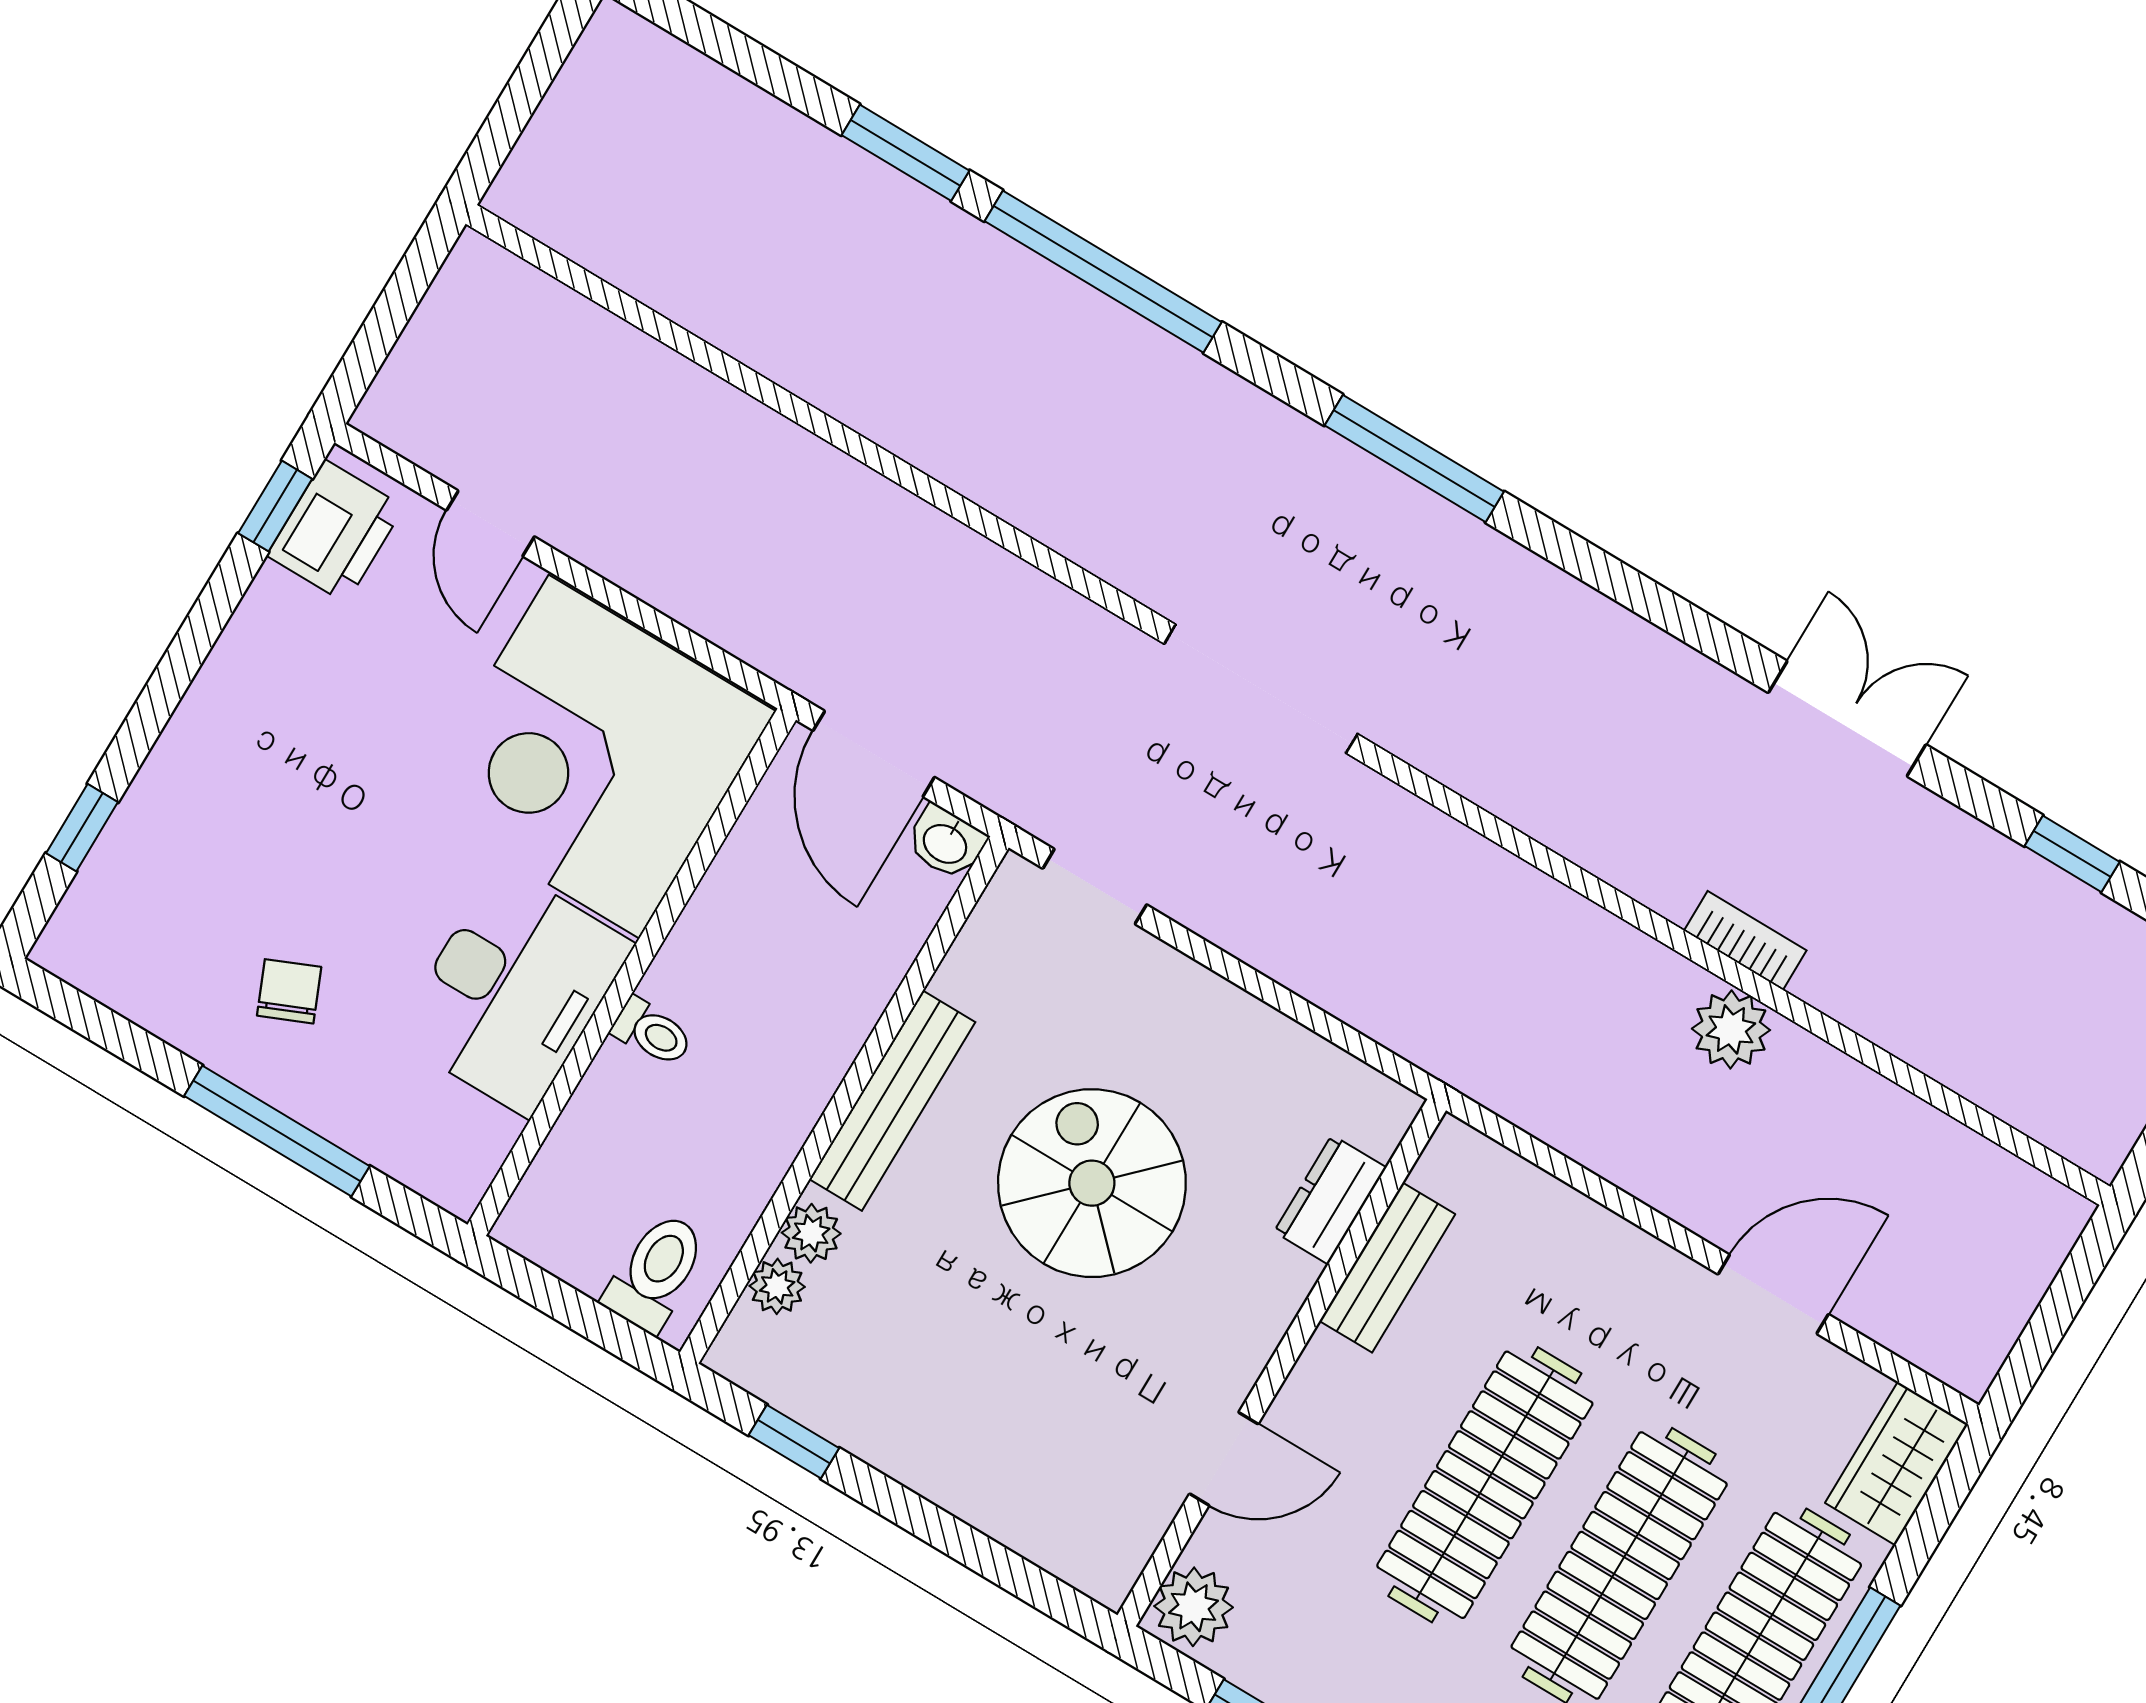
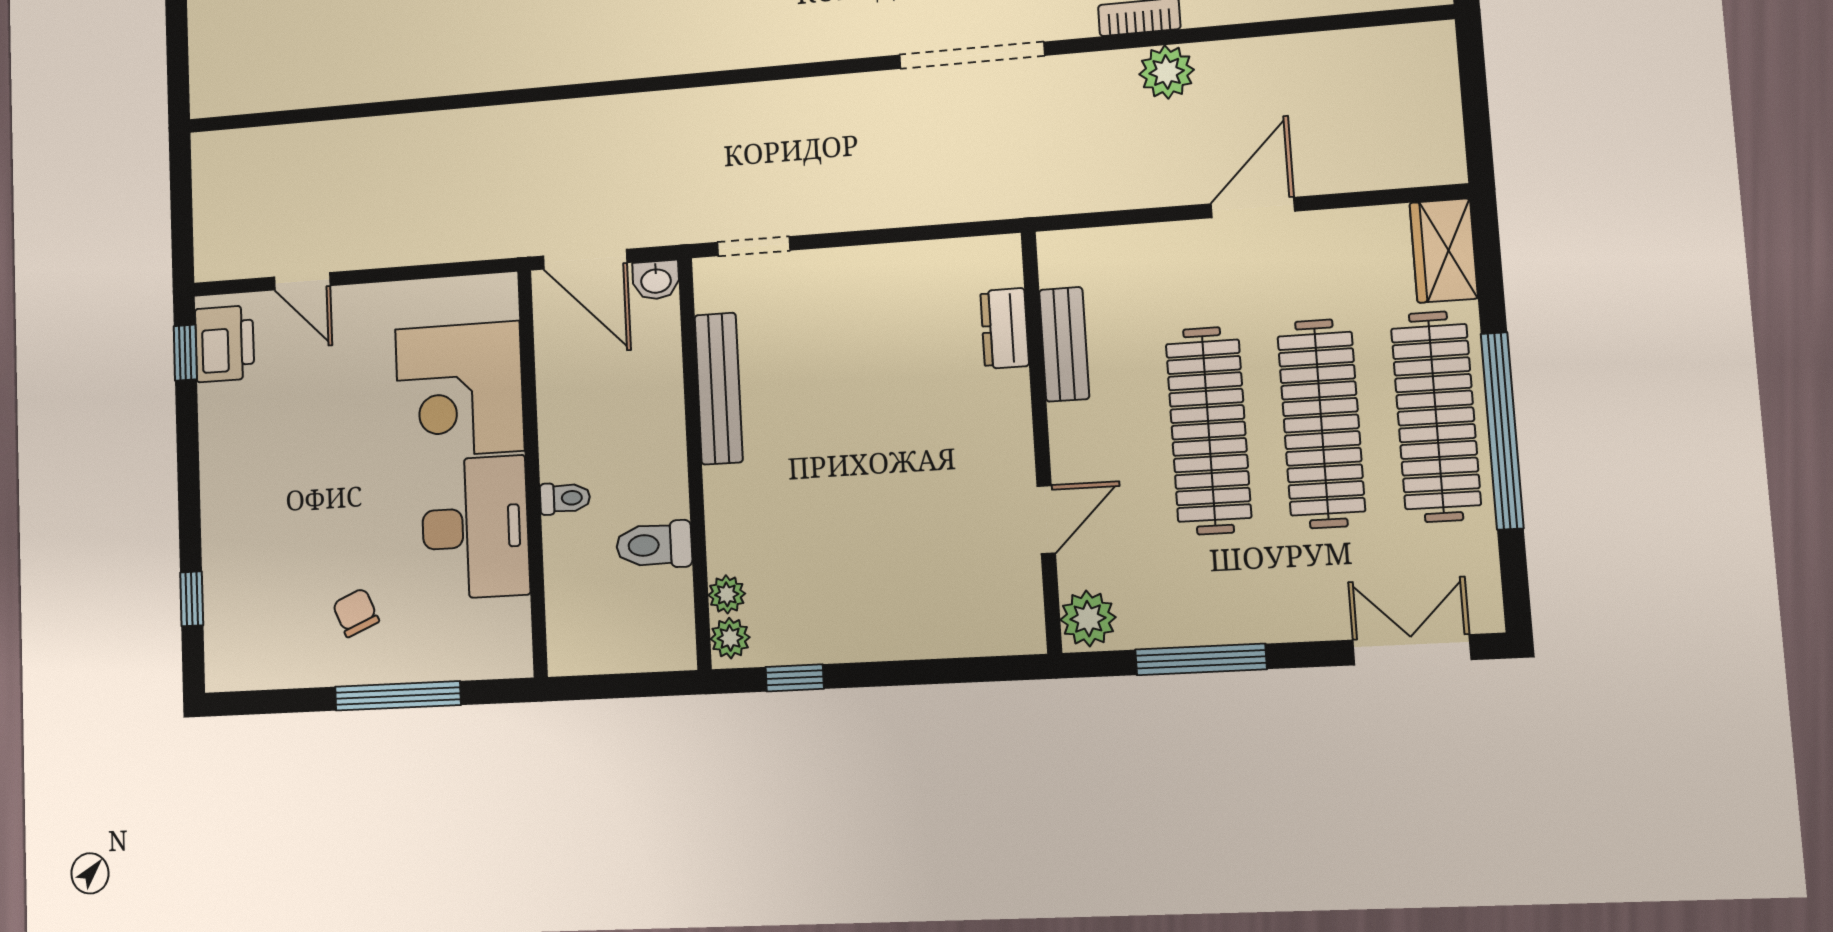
doorway: (1261, 689) -> (972, 55), moved
corner desk: (594, 757) -> (460, 390), width x0.74, depth x0.74
bench: (892, 1101) -> (719, 388), moved
spiral stairs: (1092, 1183) -> (864, 413), removed
plant: (811, 1233) -> (730, 638), moved
toilet: (656, 1272) -> (654, 545), moved, turned -90
door: (1773, 1294) -> (1253, 207), moved

